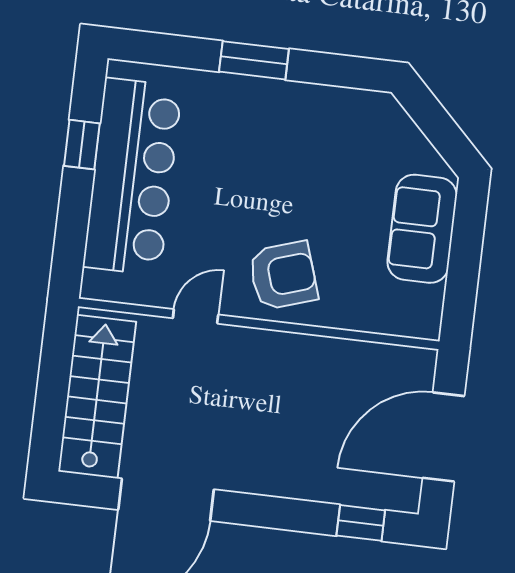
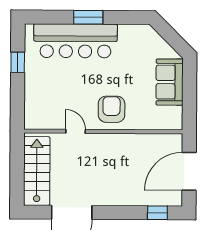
bar counter: (132, 177) -> (75, 41), moved, turned 90
armchair: (283, 276) -> (112, 109), turned -72
door: (196, 316) -> (76, 131), hinge flipped

